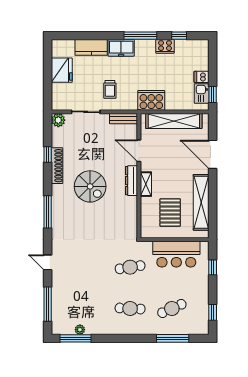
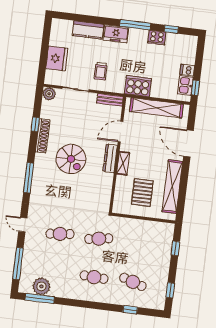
fridge: (62, 70) -> (57, 58), moved
door: (139, 151) -> (120, 132), hinge flipped
bar counter: (176, 254) -> (143, 232), removed
cafe table: (88, 267) -> (60, 234), added
cafe table: (172, 309) -> (133, 282), turned 42
plant: (80, 330) -> (41, 286), width x1.88, depth x1.88
window: (173, 338) -> (130, 310), width x0.46

